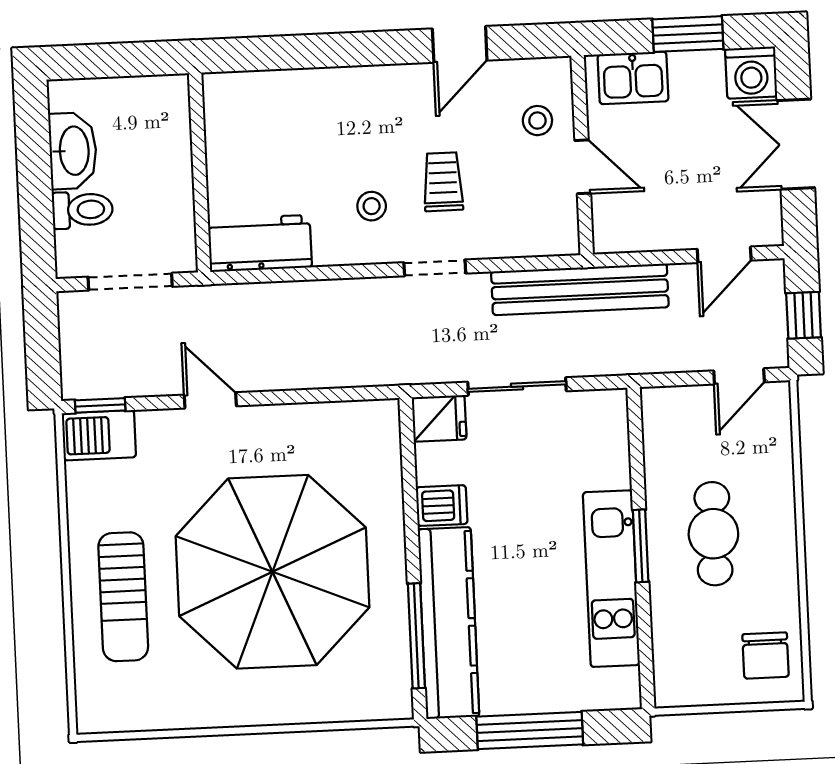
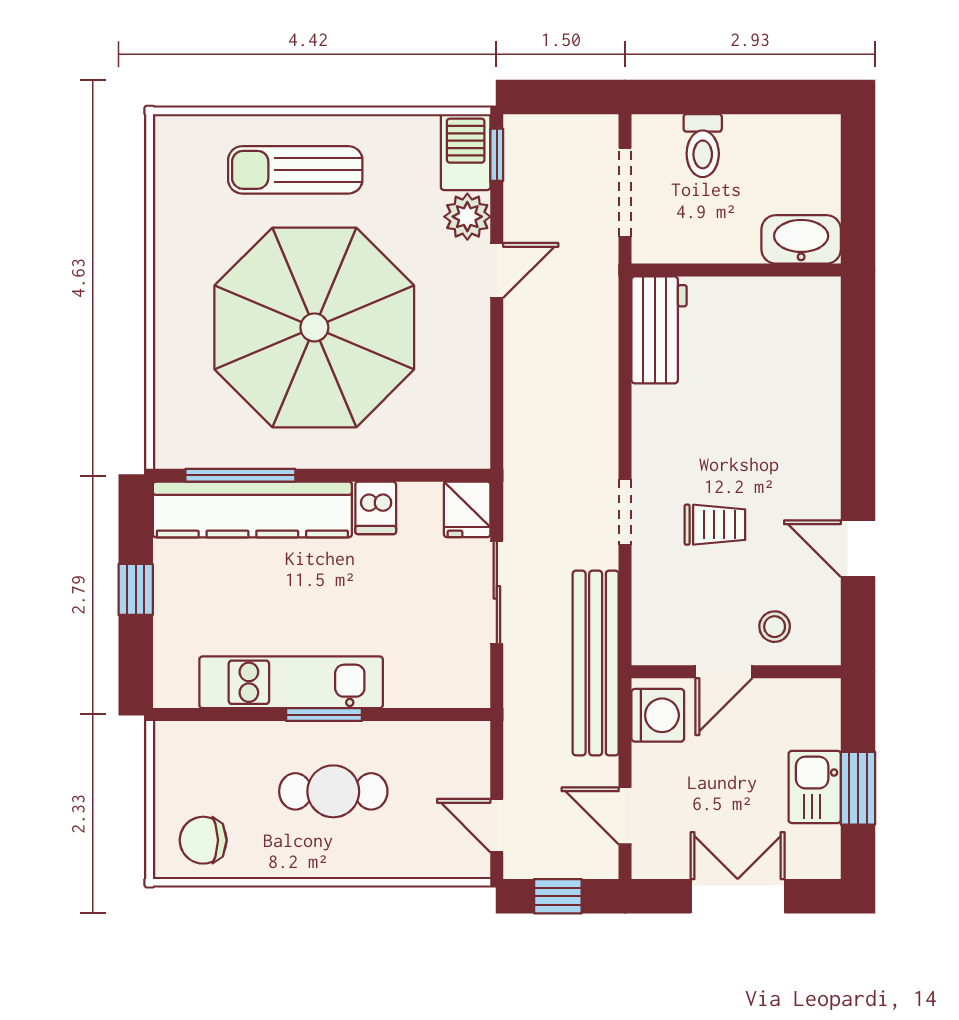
washing machine: (751, 73) -> (658, 715), moved, turned 180
kitchen sink: (633, 78) -> (815, 787), moved
washbasin: (73, 151) -> (801, 239), moved, turned 180
stool: (372, 206) -> (693, 449), removed
plant: (160, 431) -> (467, 217), added
window: (530, 731) -> (136, 589), width x0.46

